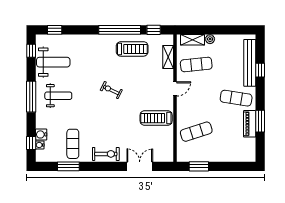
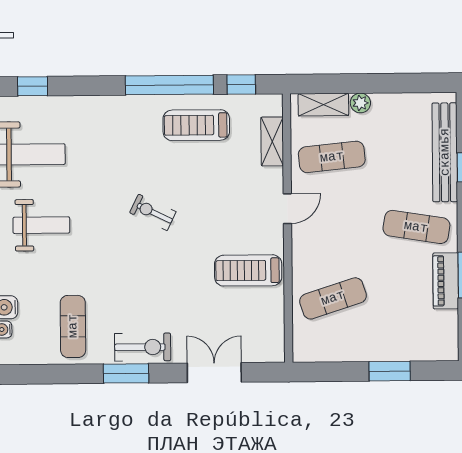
treadmill: (132, 49) -> (196, 125), turned 180
window: (68, 166) -> (126, 373), moved
window: (199, 166) -> (390, 371), moved

